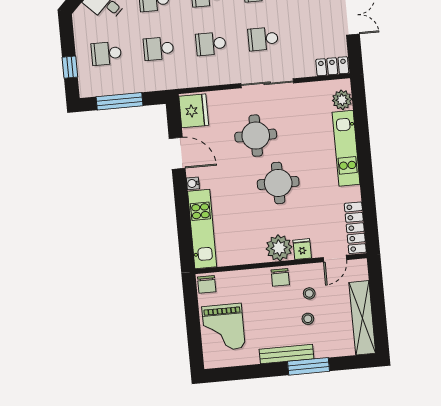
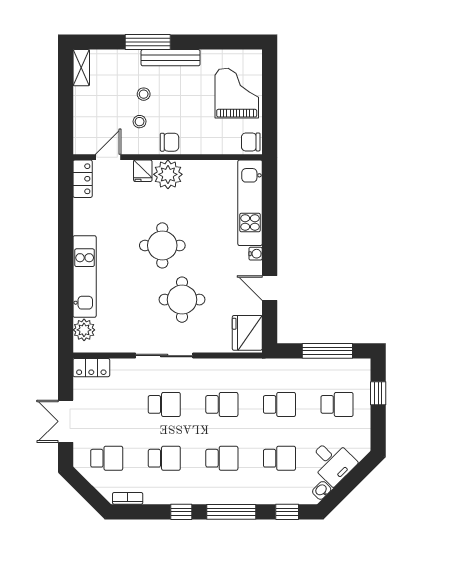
door: (177, 153) -> (270, 288), width x0.73
locker: (355, 228) -> (83, 179), width x0.66
chair: (280, 277) -> (170, 142), turned 90
chair: (207, 284) -> (251, 142), turned -90
shelving: (362, 318) -> (81, 68), width x0.45, depth x0.75

